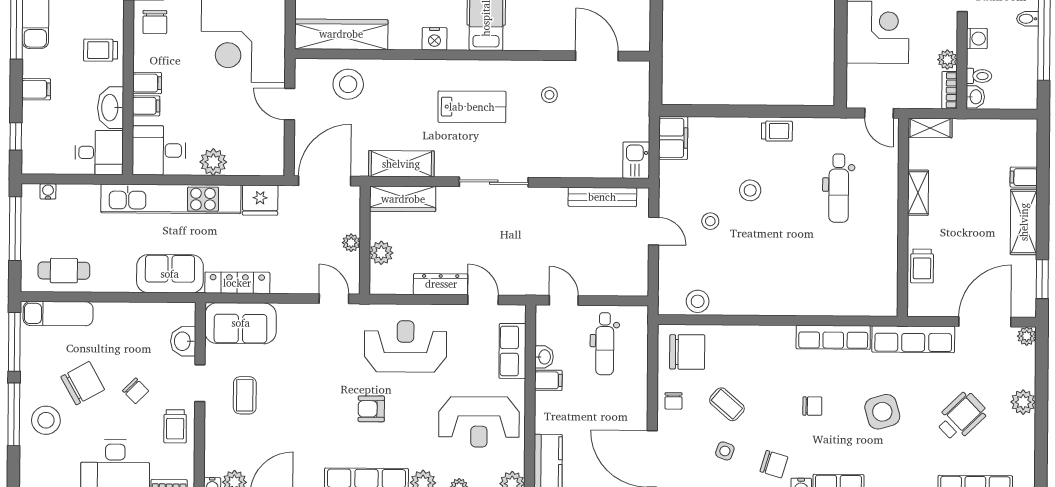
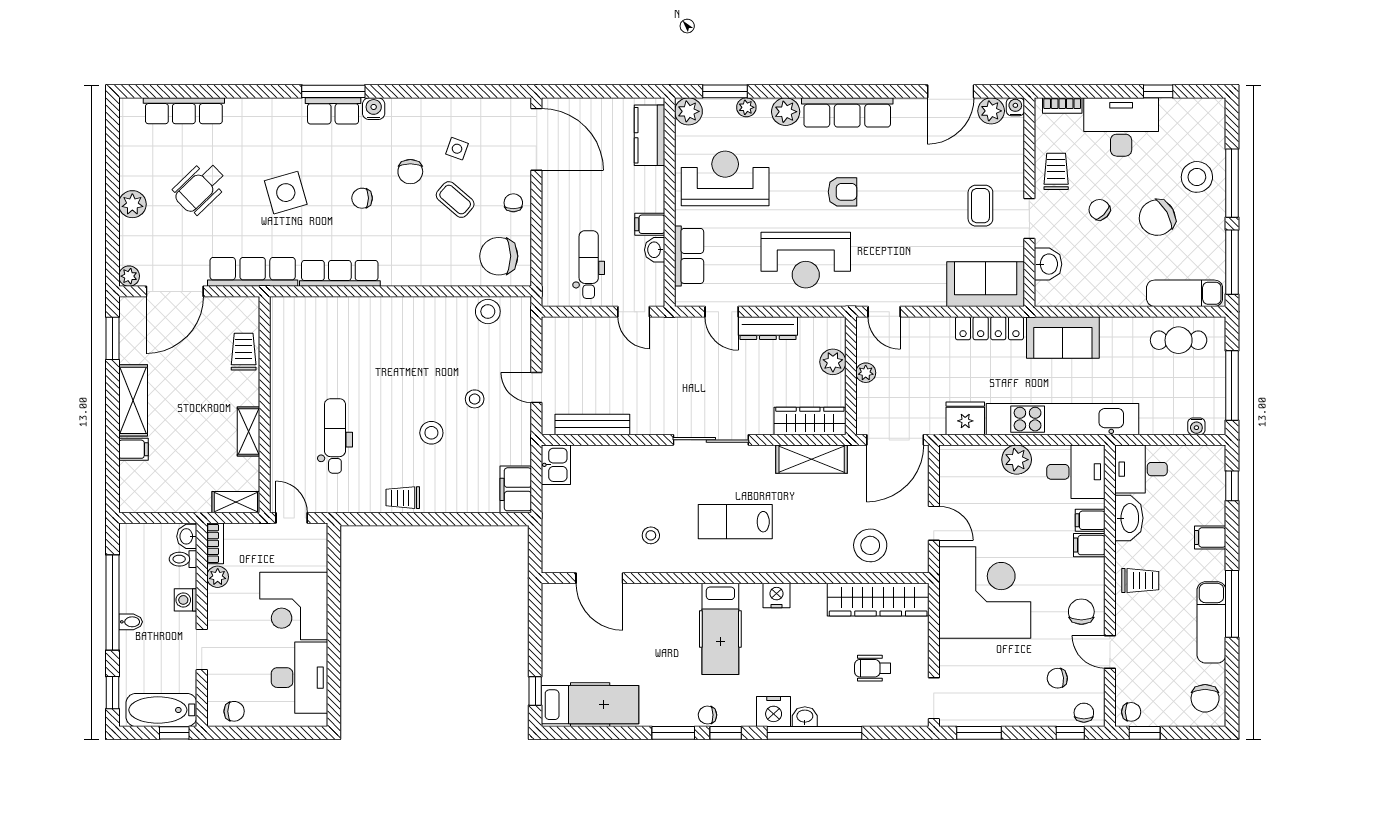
chair: (774, 464) -> (410, 172), moved, turned -107

